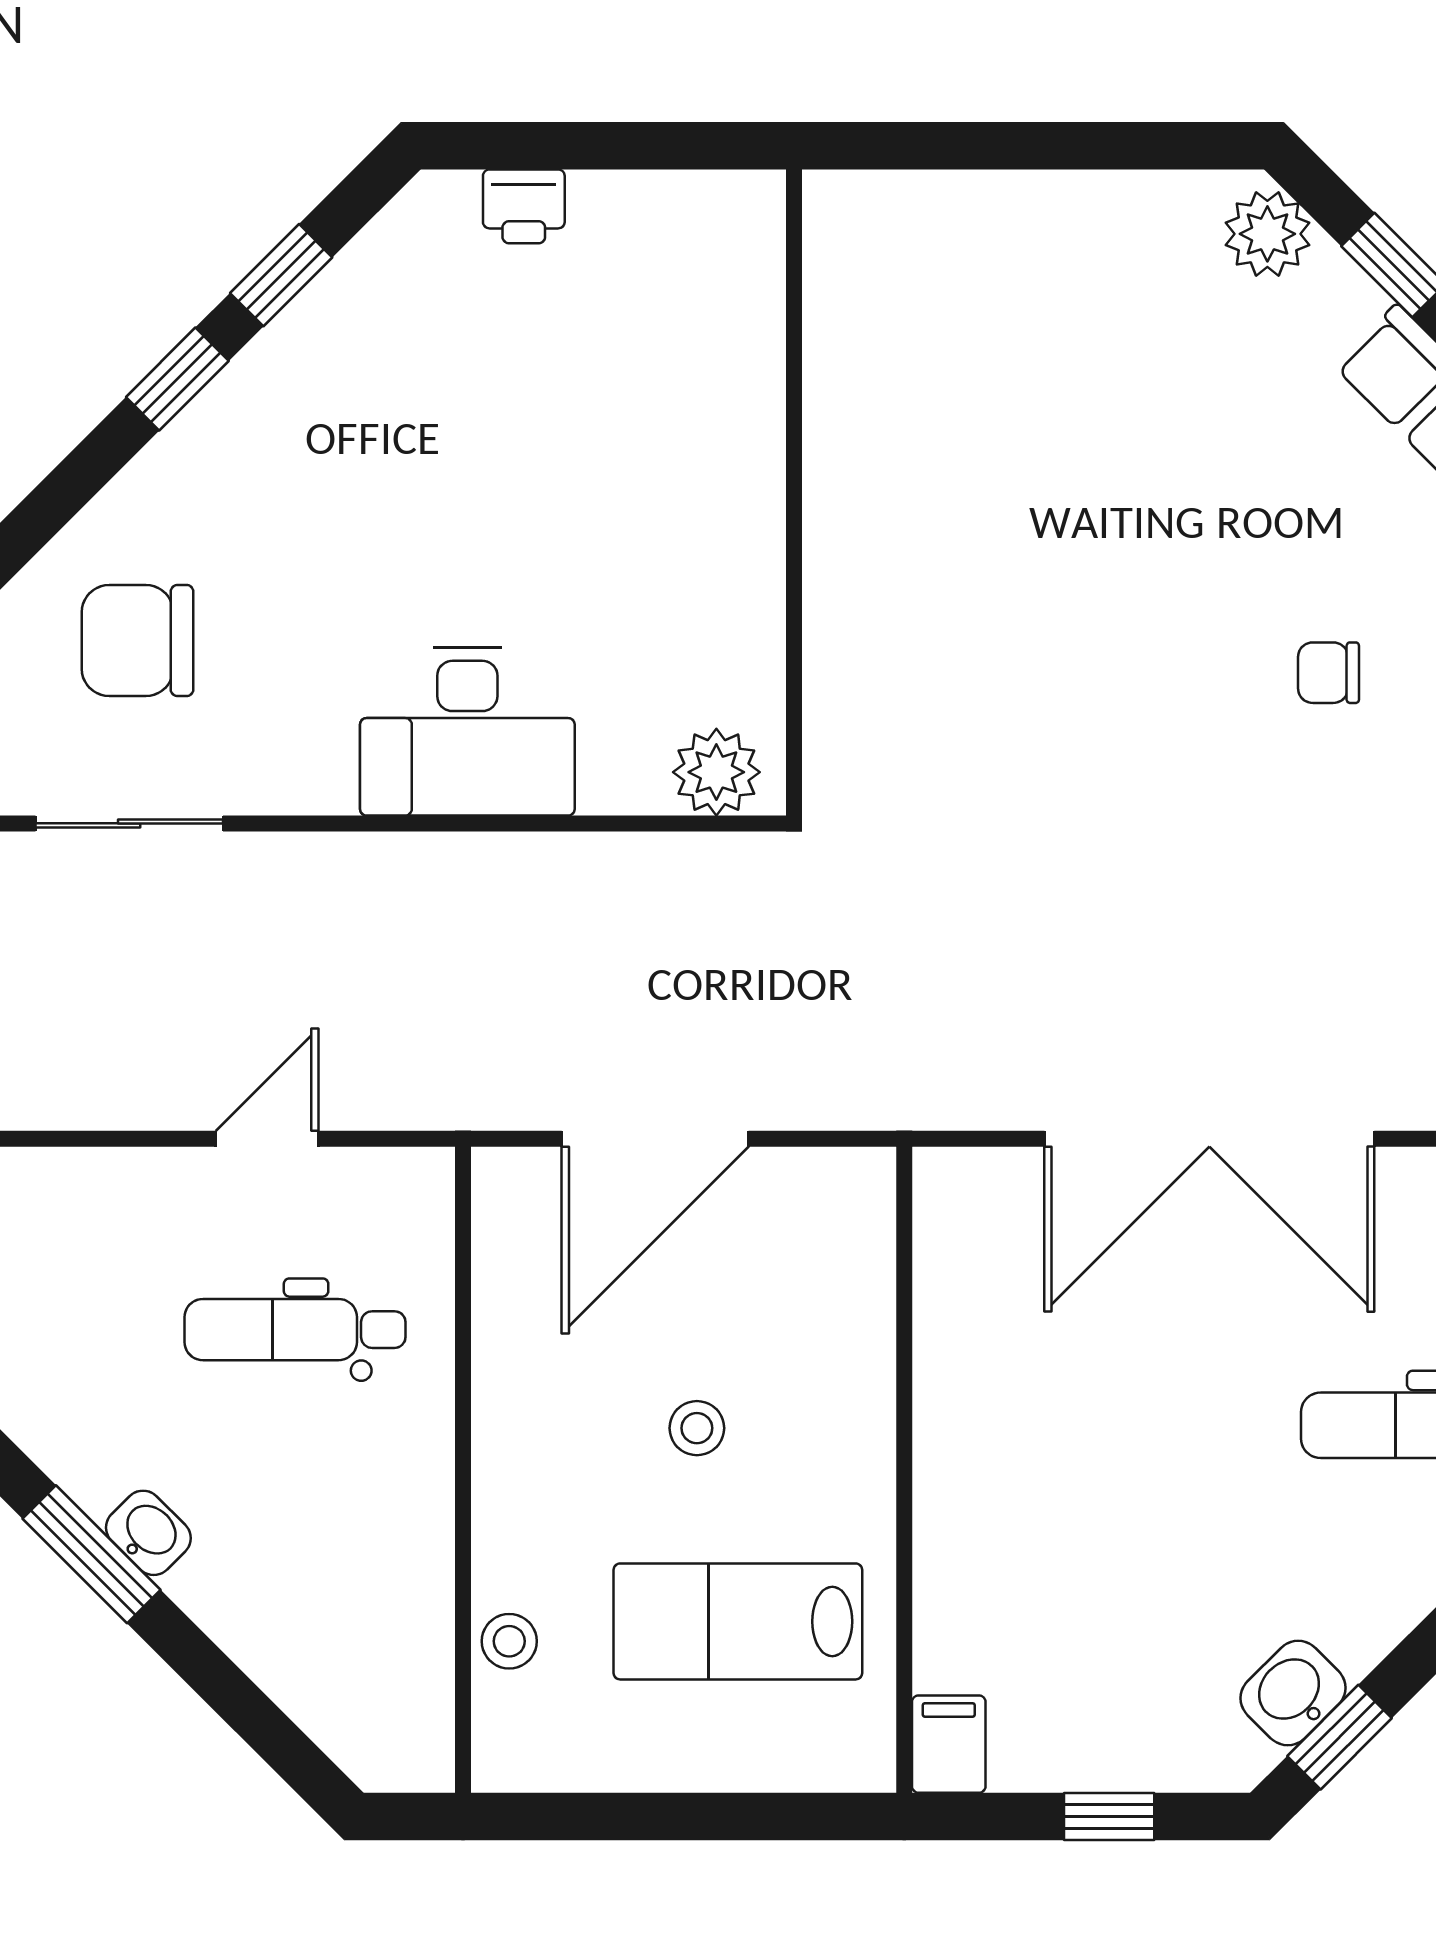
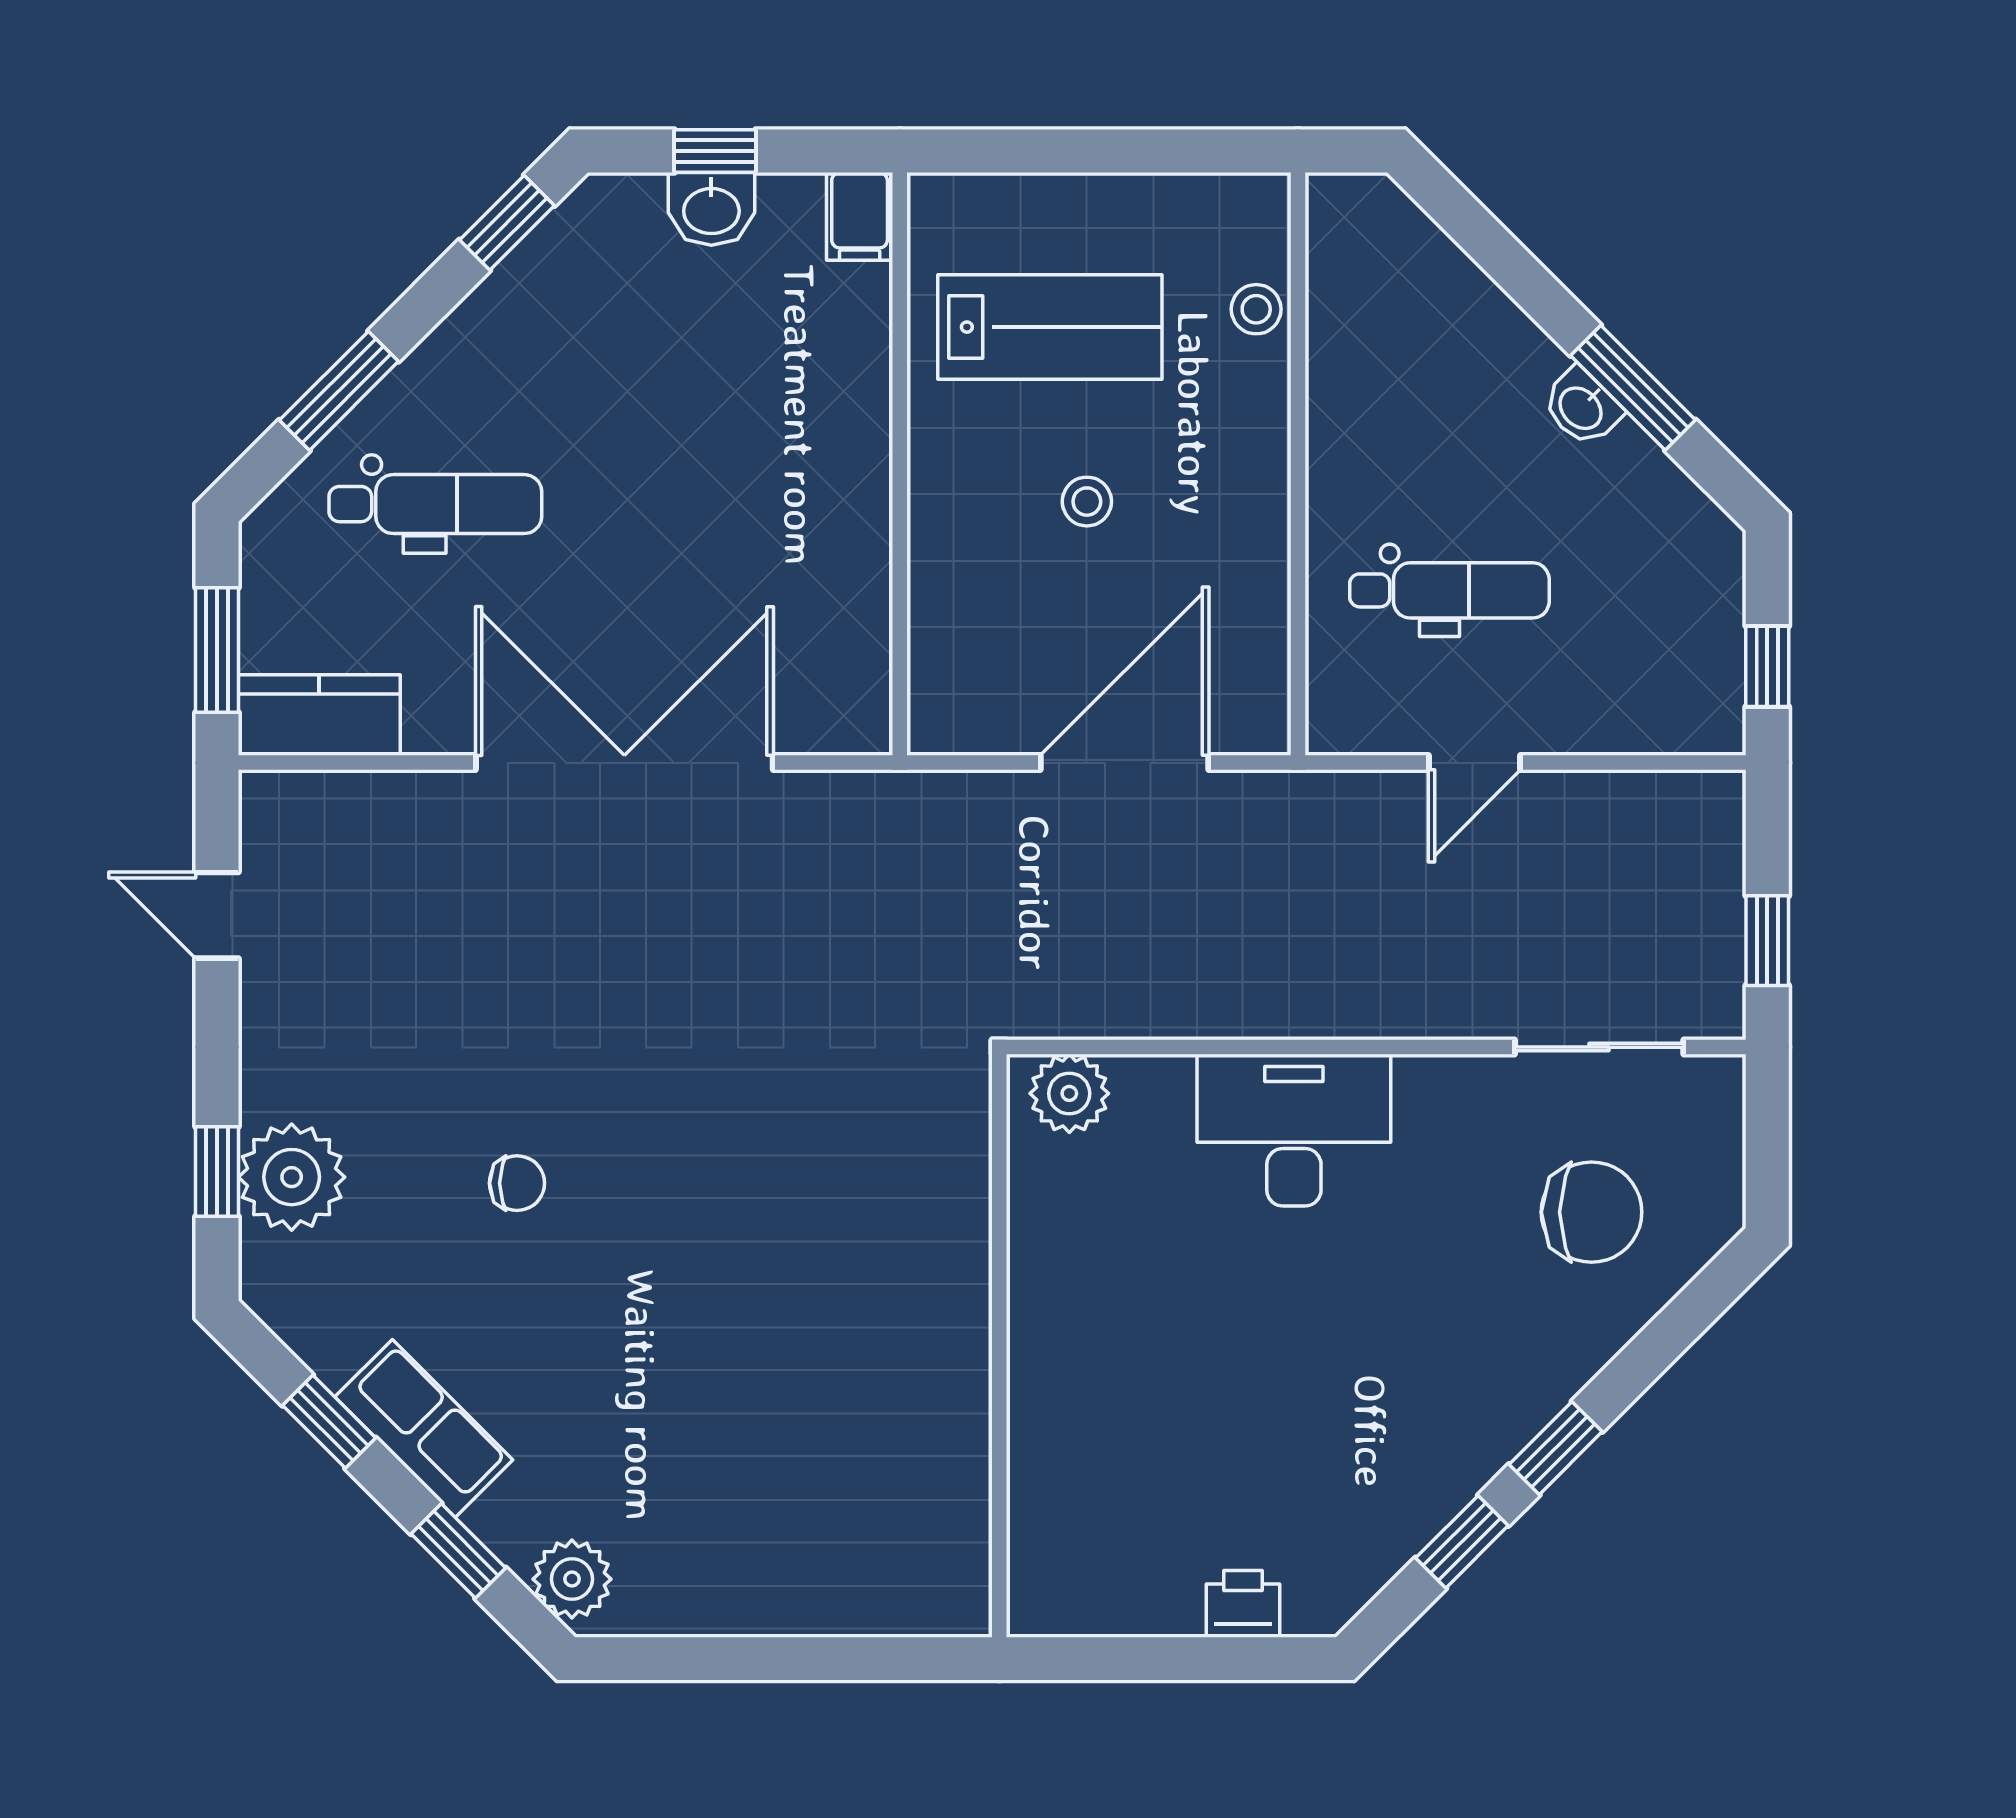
washbasin: (1293, 1693) -> (711, 209), moved, turned 45

